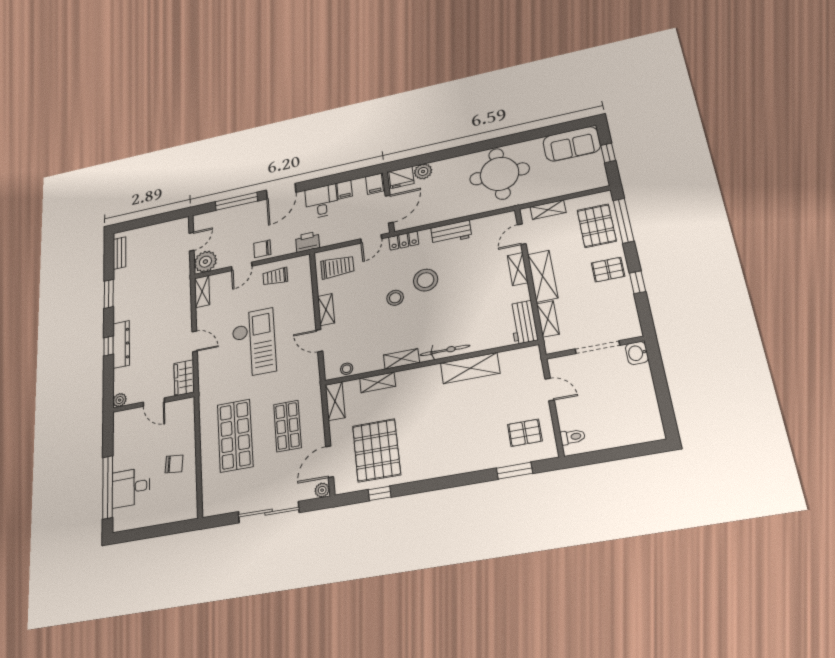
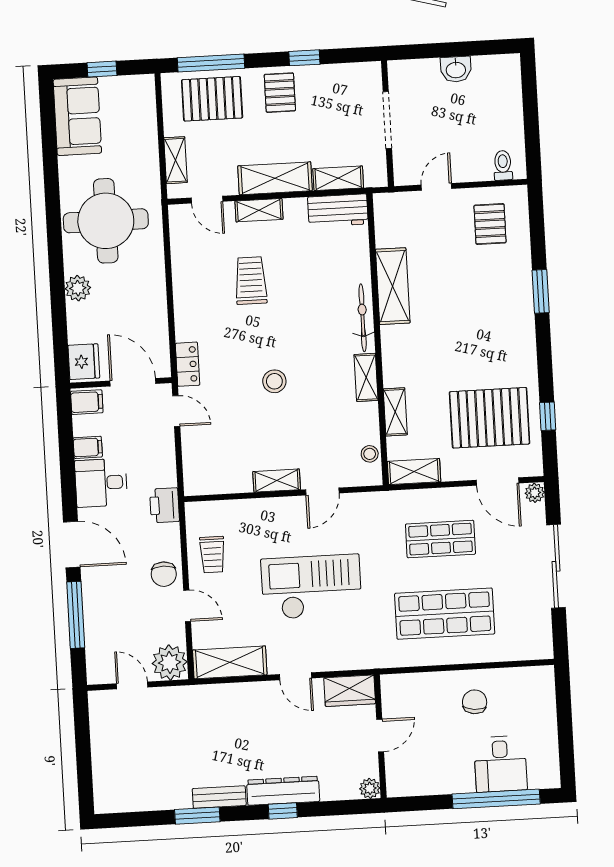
plant: (423, 171) -> (78, 288), moved
workbench: (451, 233) -> (187, 296), removed
bench: (120, 253) -> (219, 797), moved
trolley: (337, 267) -> (251, 281), moved
stool: (426, 280) -> (254, 337), removed
shelving: (202, 291) -> (230, 662), width x1.50, depth x1.33
door: (195, 341) -> (296, 676), swing flipped
washbasin: (637, 353) -> (456, 69), moved
window: (514, 471) -> (541, 291), moved

